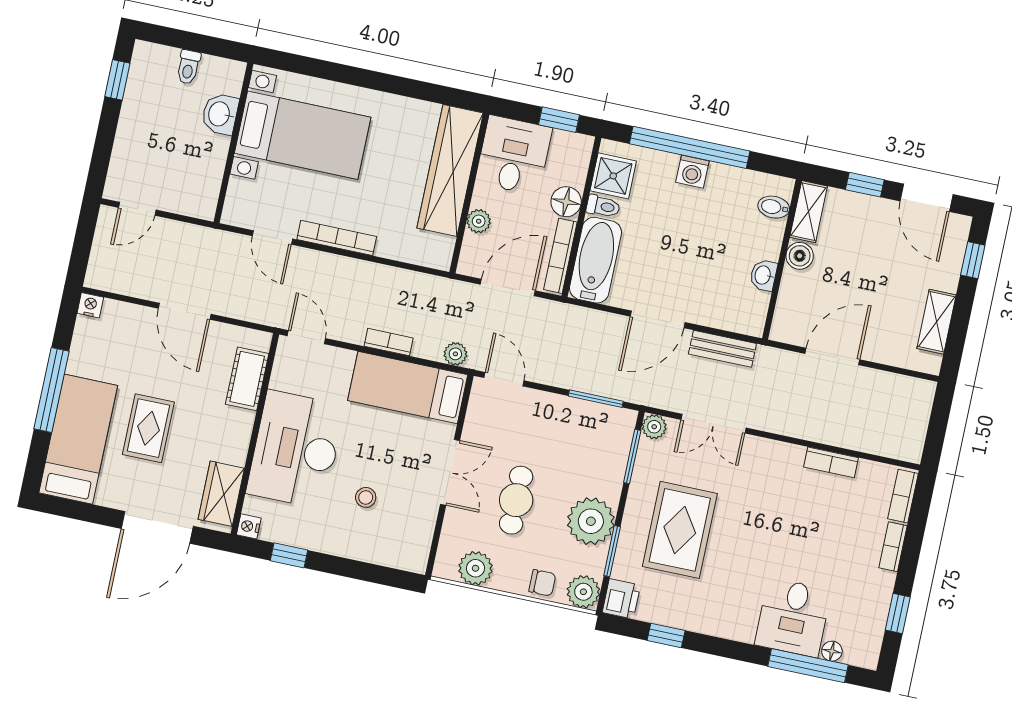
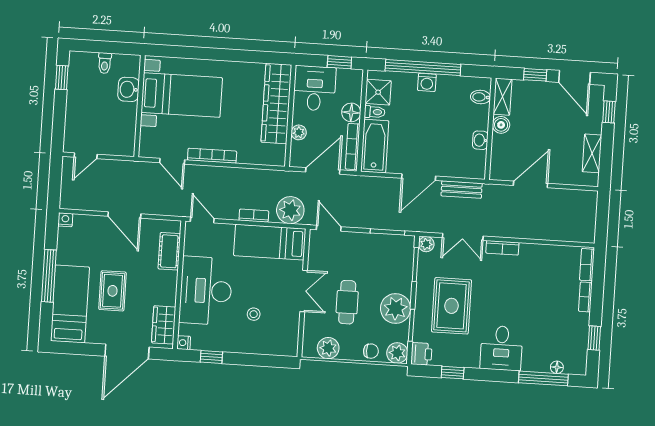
plant: (455, 354) -> (290, 210), width x1.88, depth x1.88
bookcase: (831, 462) -> (502, 248), moved
desk: (793, 617) -> (501, 348), moved

